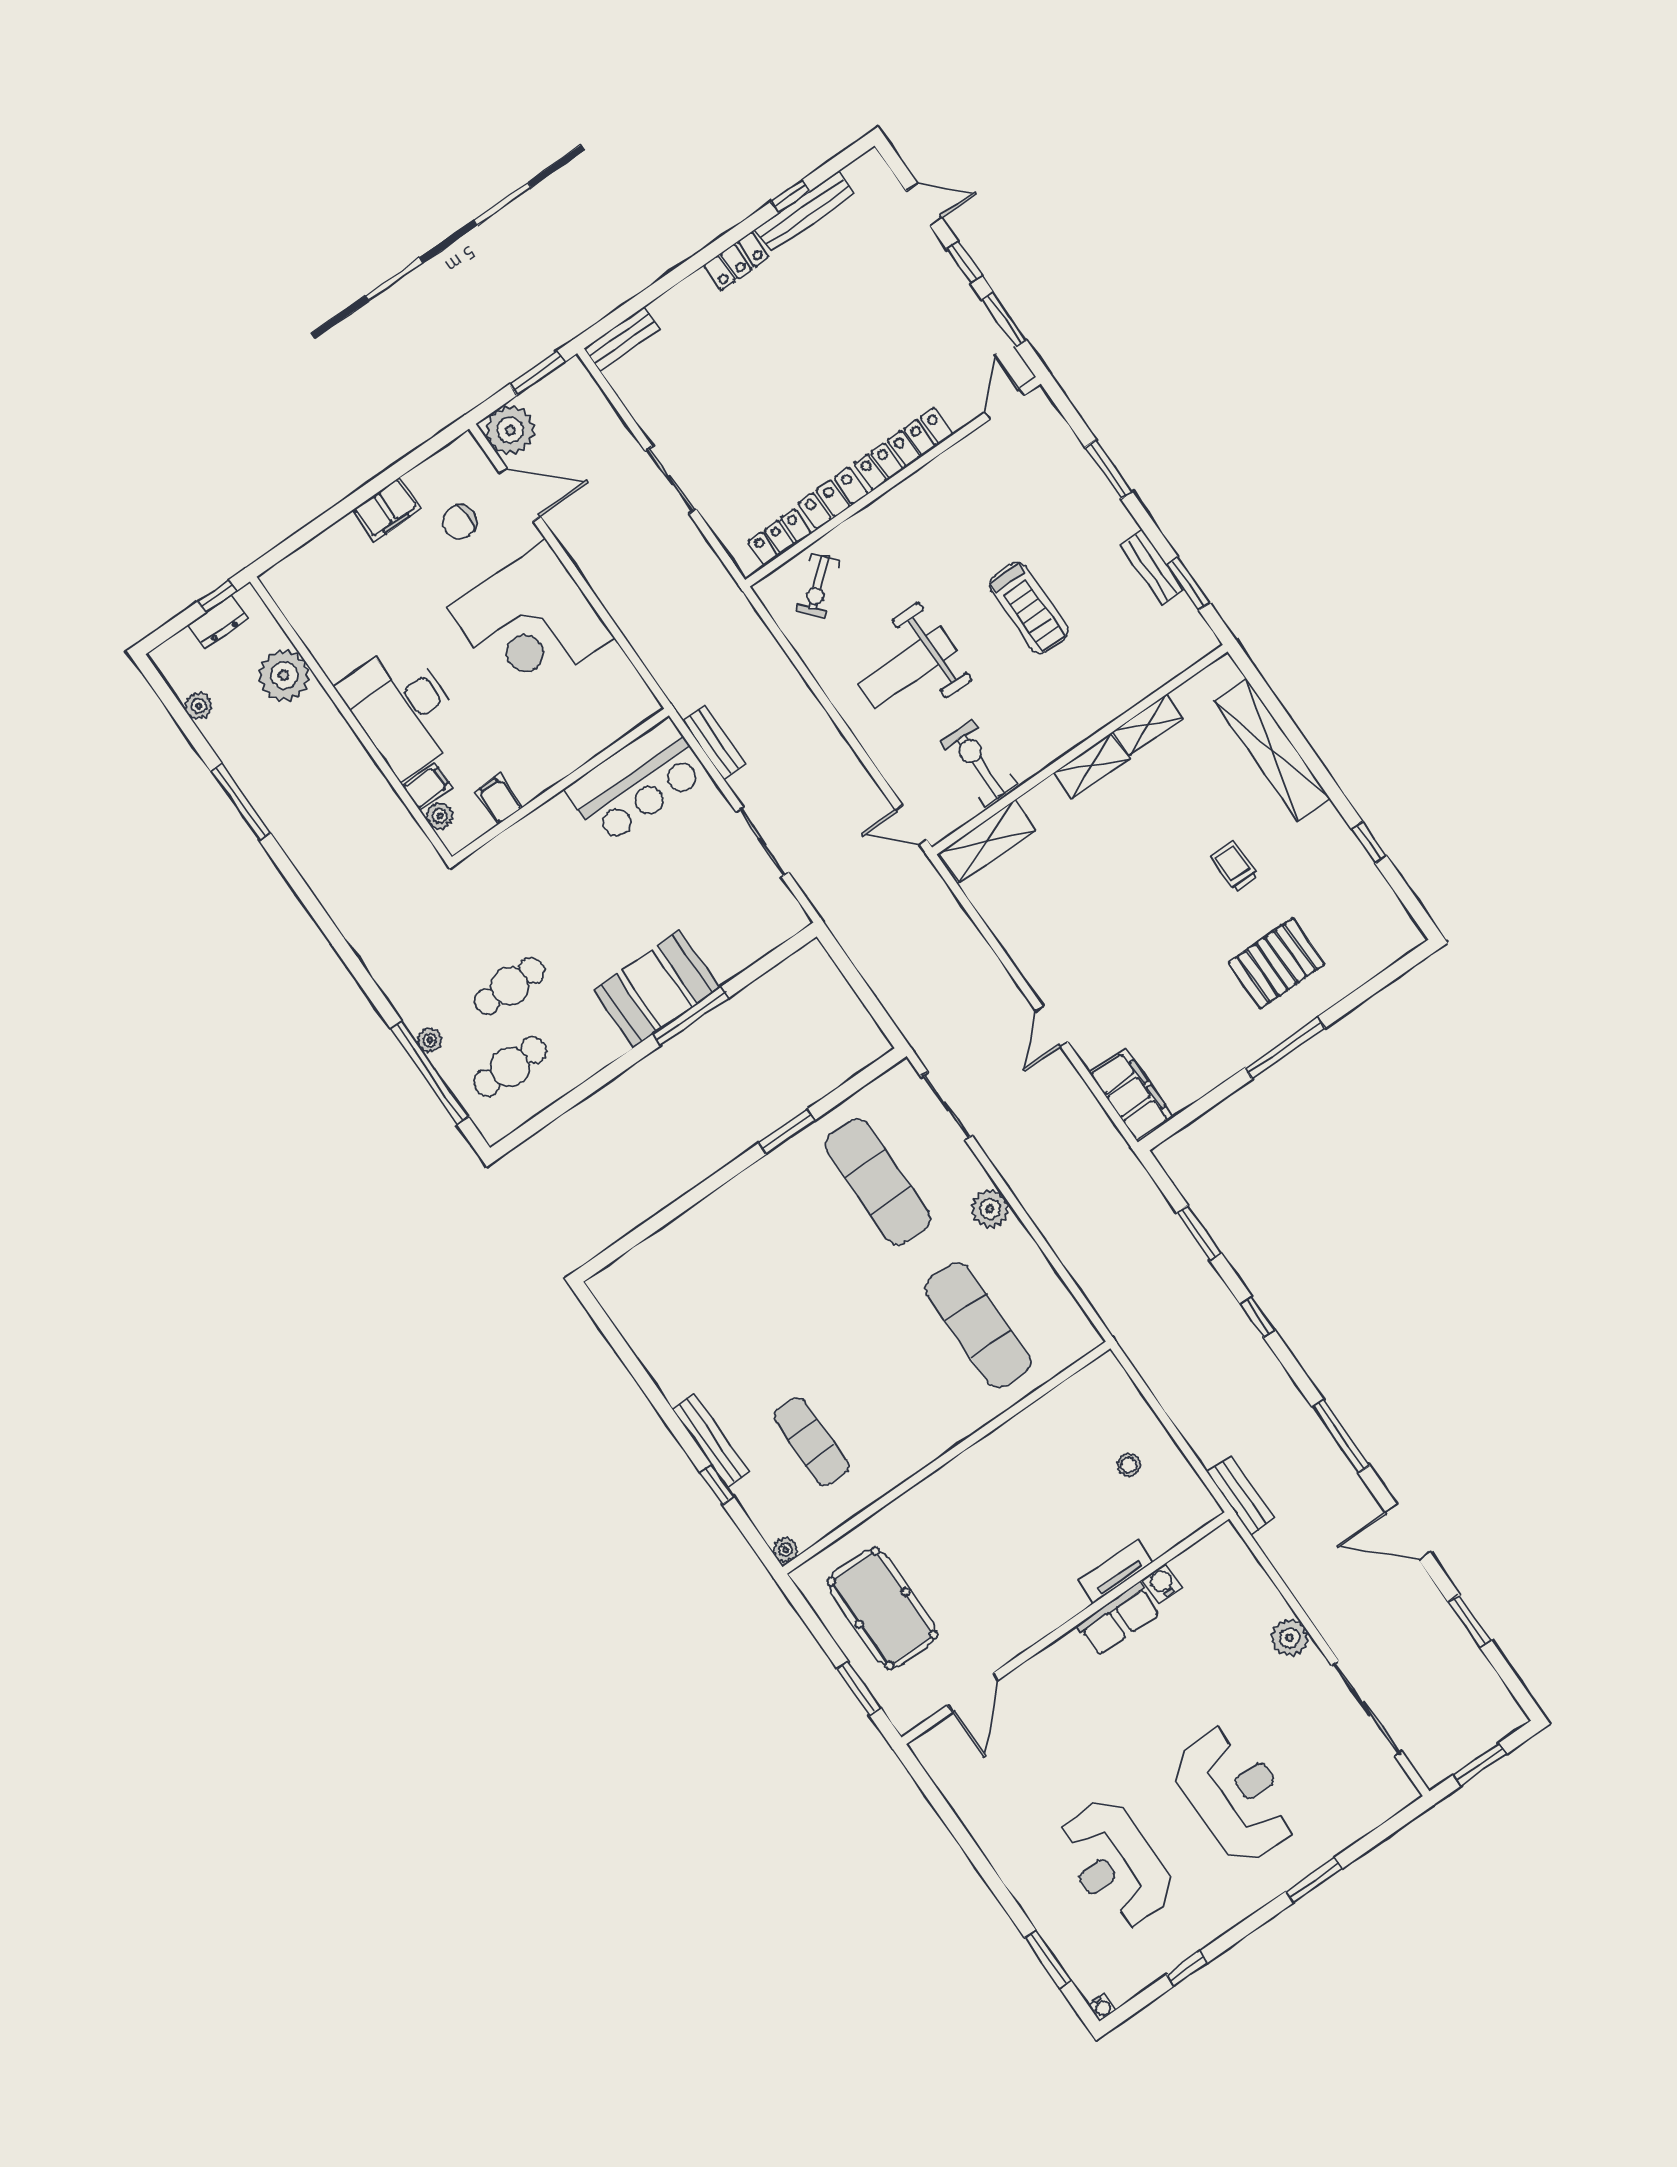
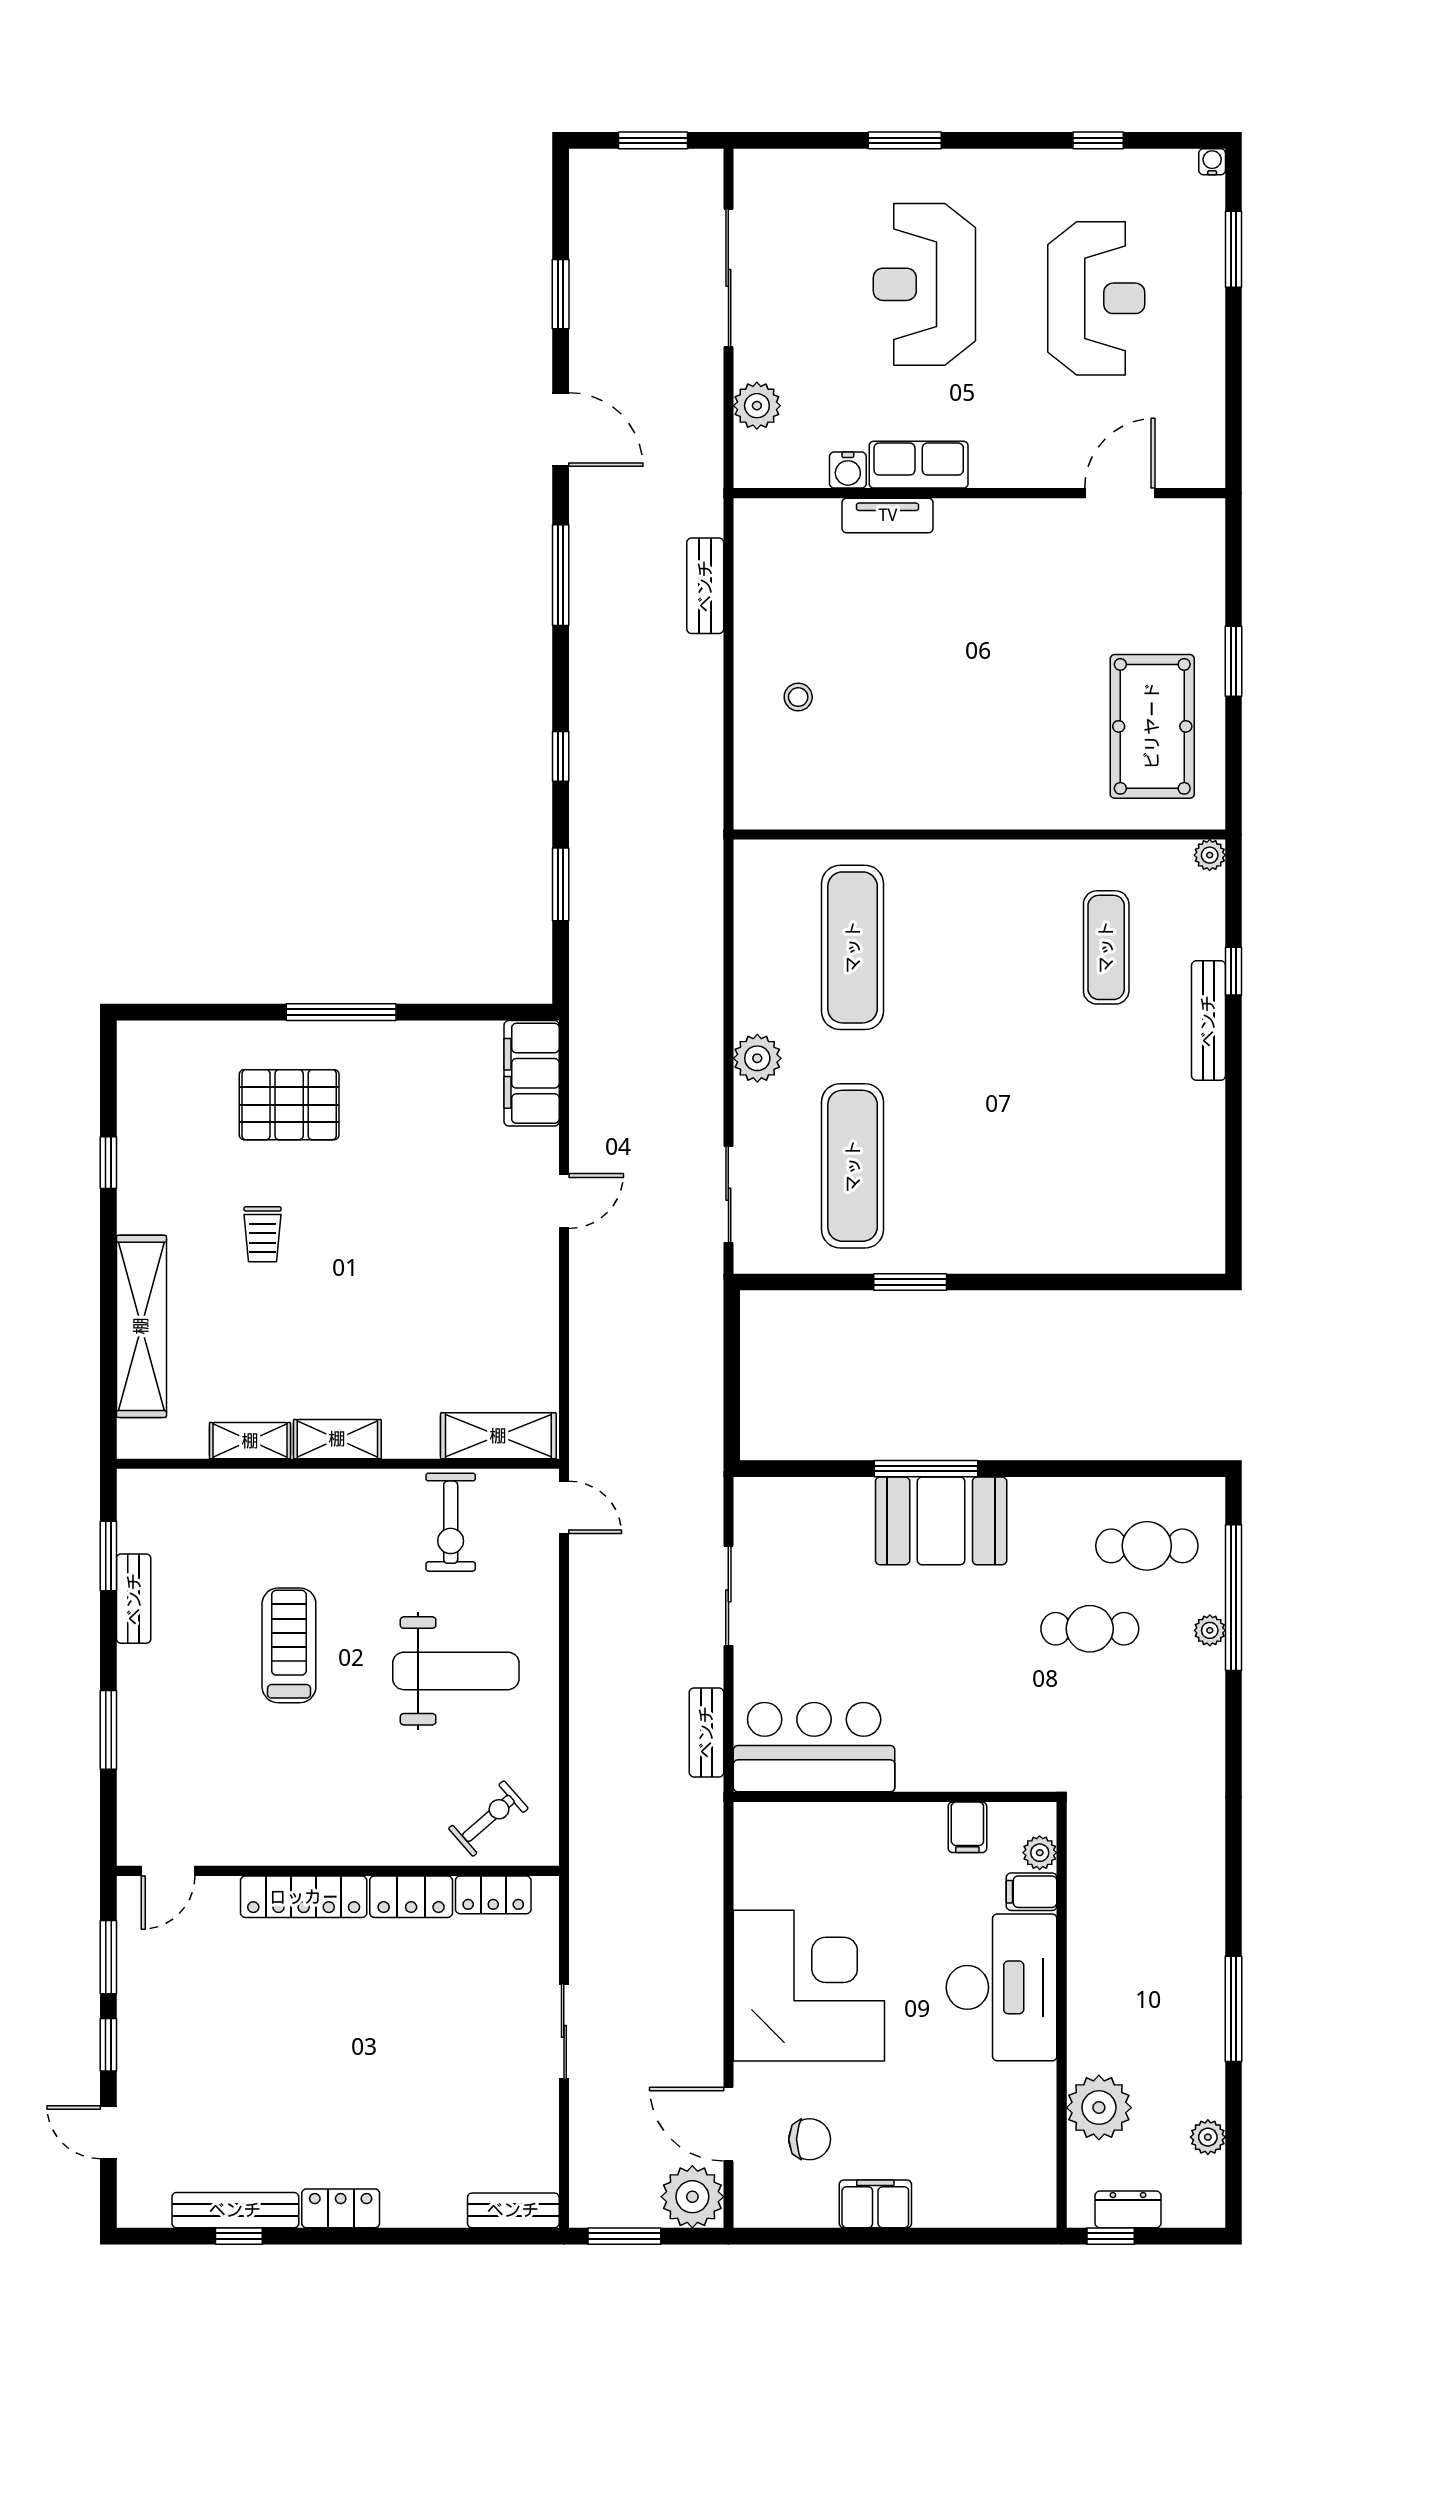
tv unit: (1116, 1571) -> (888, 515), moved
water cooler: (1162, 1583) -> (848, 470), moved
row of seats: (1118, 1619) -> (919, 465), moved
wall: (1065, 1628) -> (979, 493), moved
door: (973, 1693) -> (1120, 493), moved

